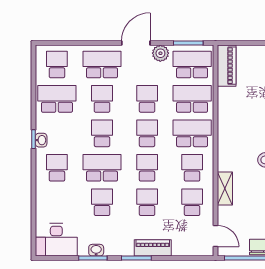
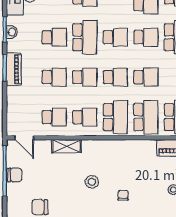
door: (215, 236) -> (24, 138), hinge flipped
piano: (153, 248) -> (14, 69), moved

